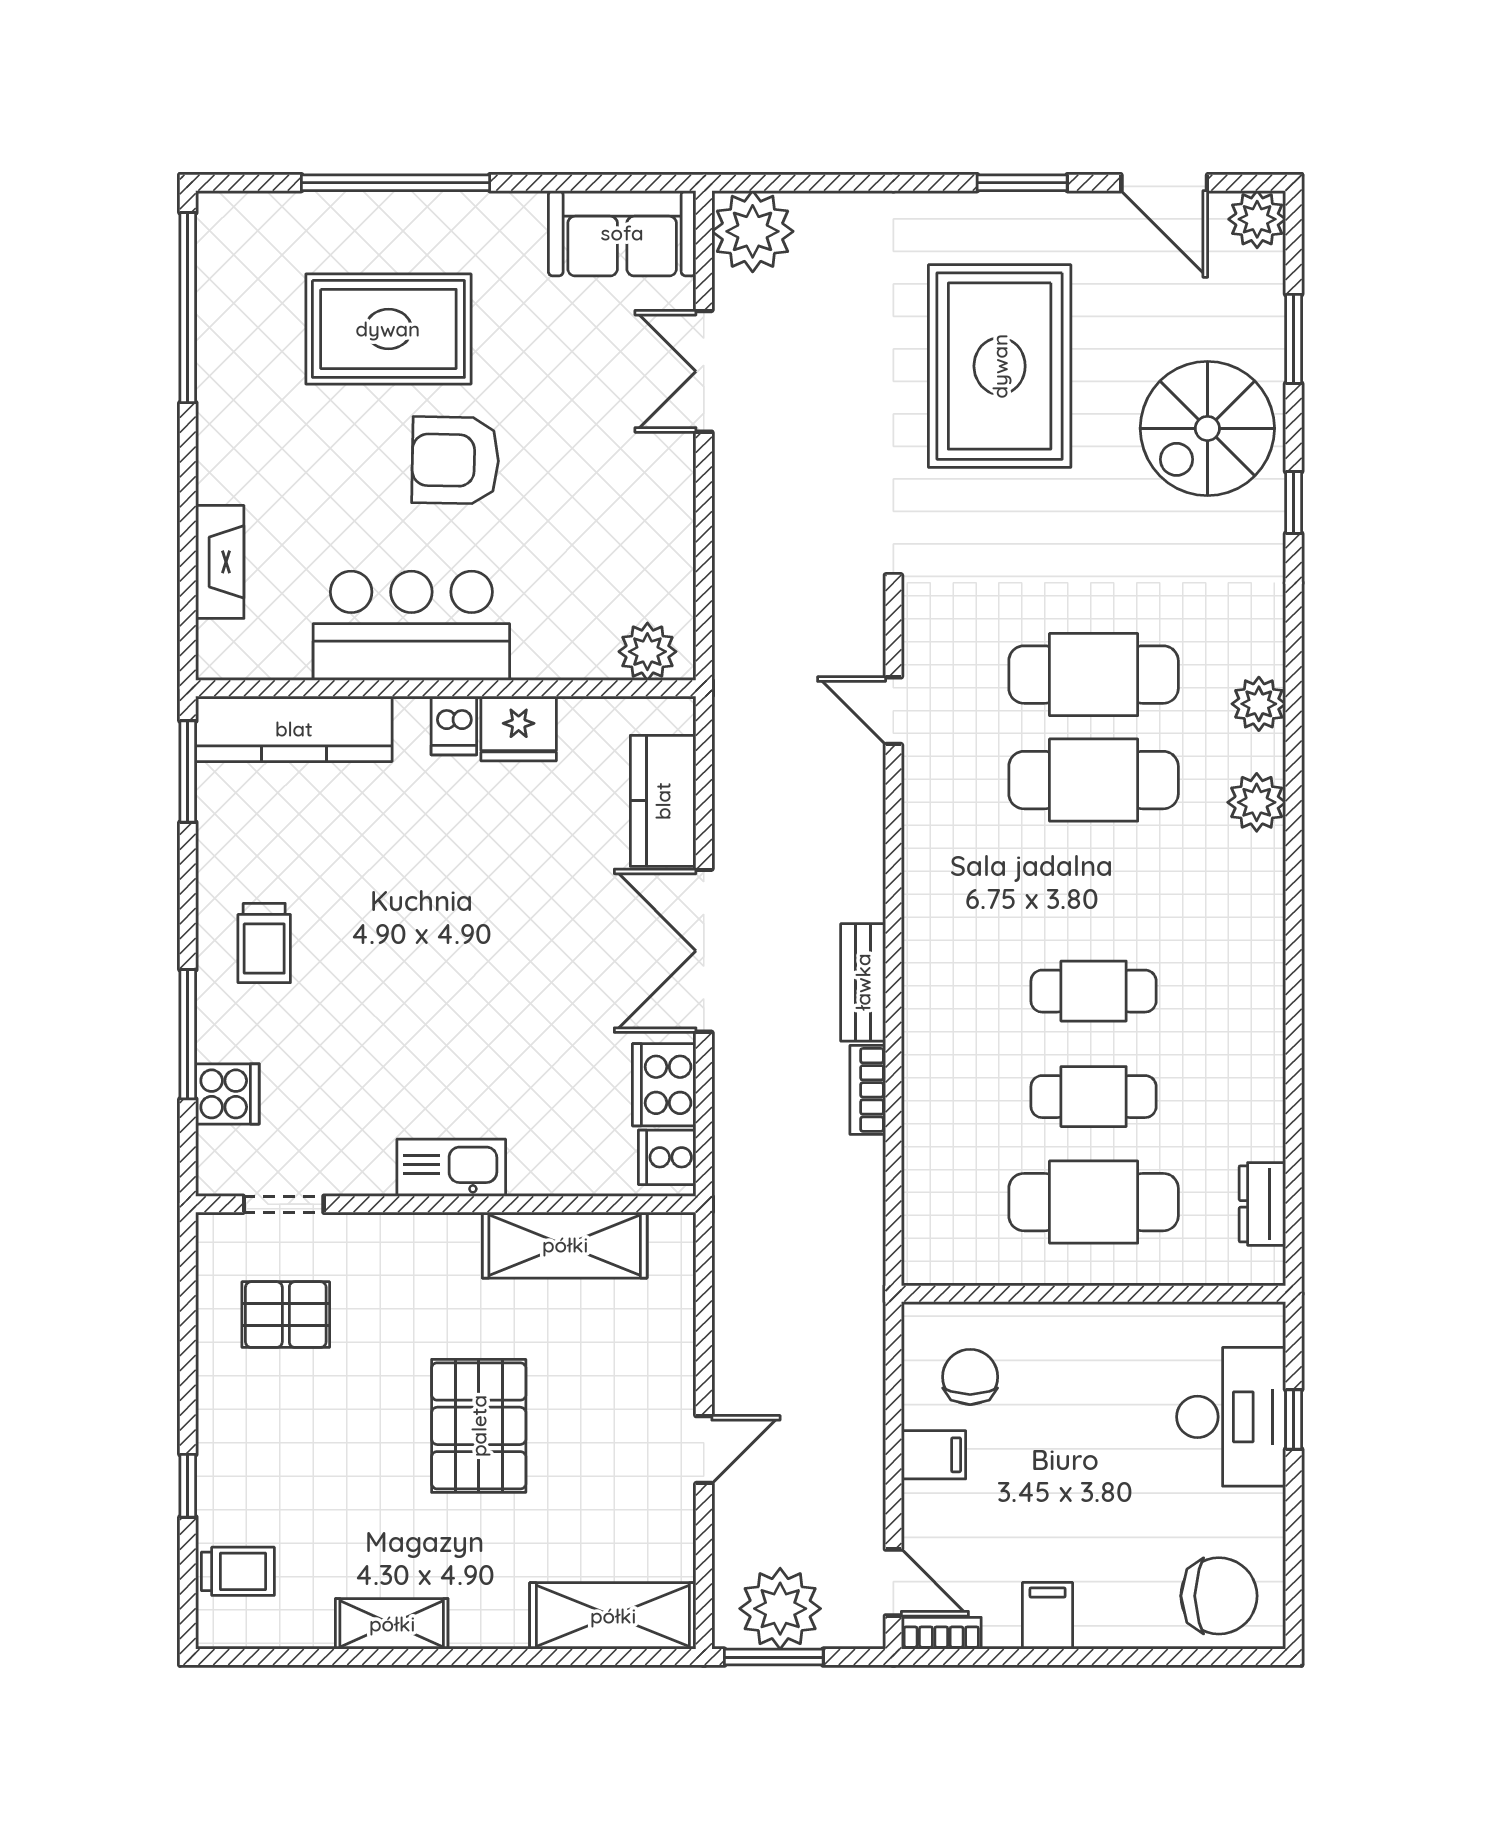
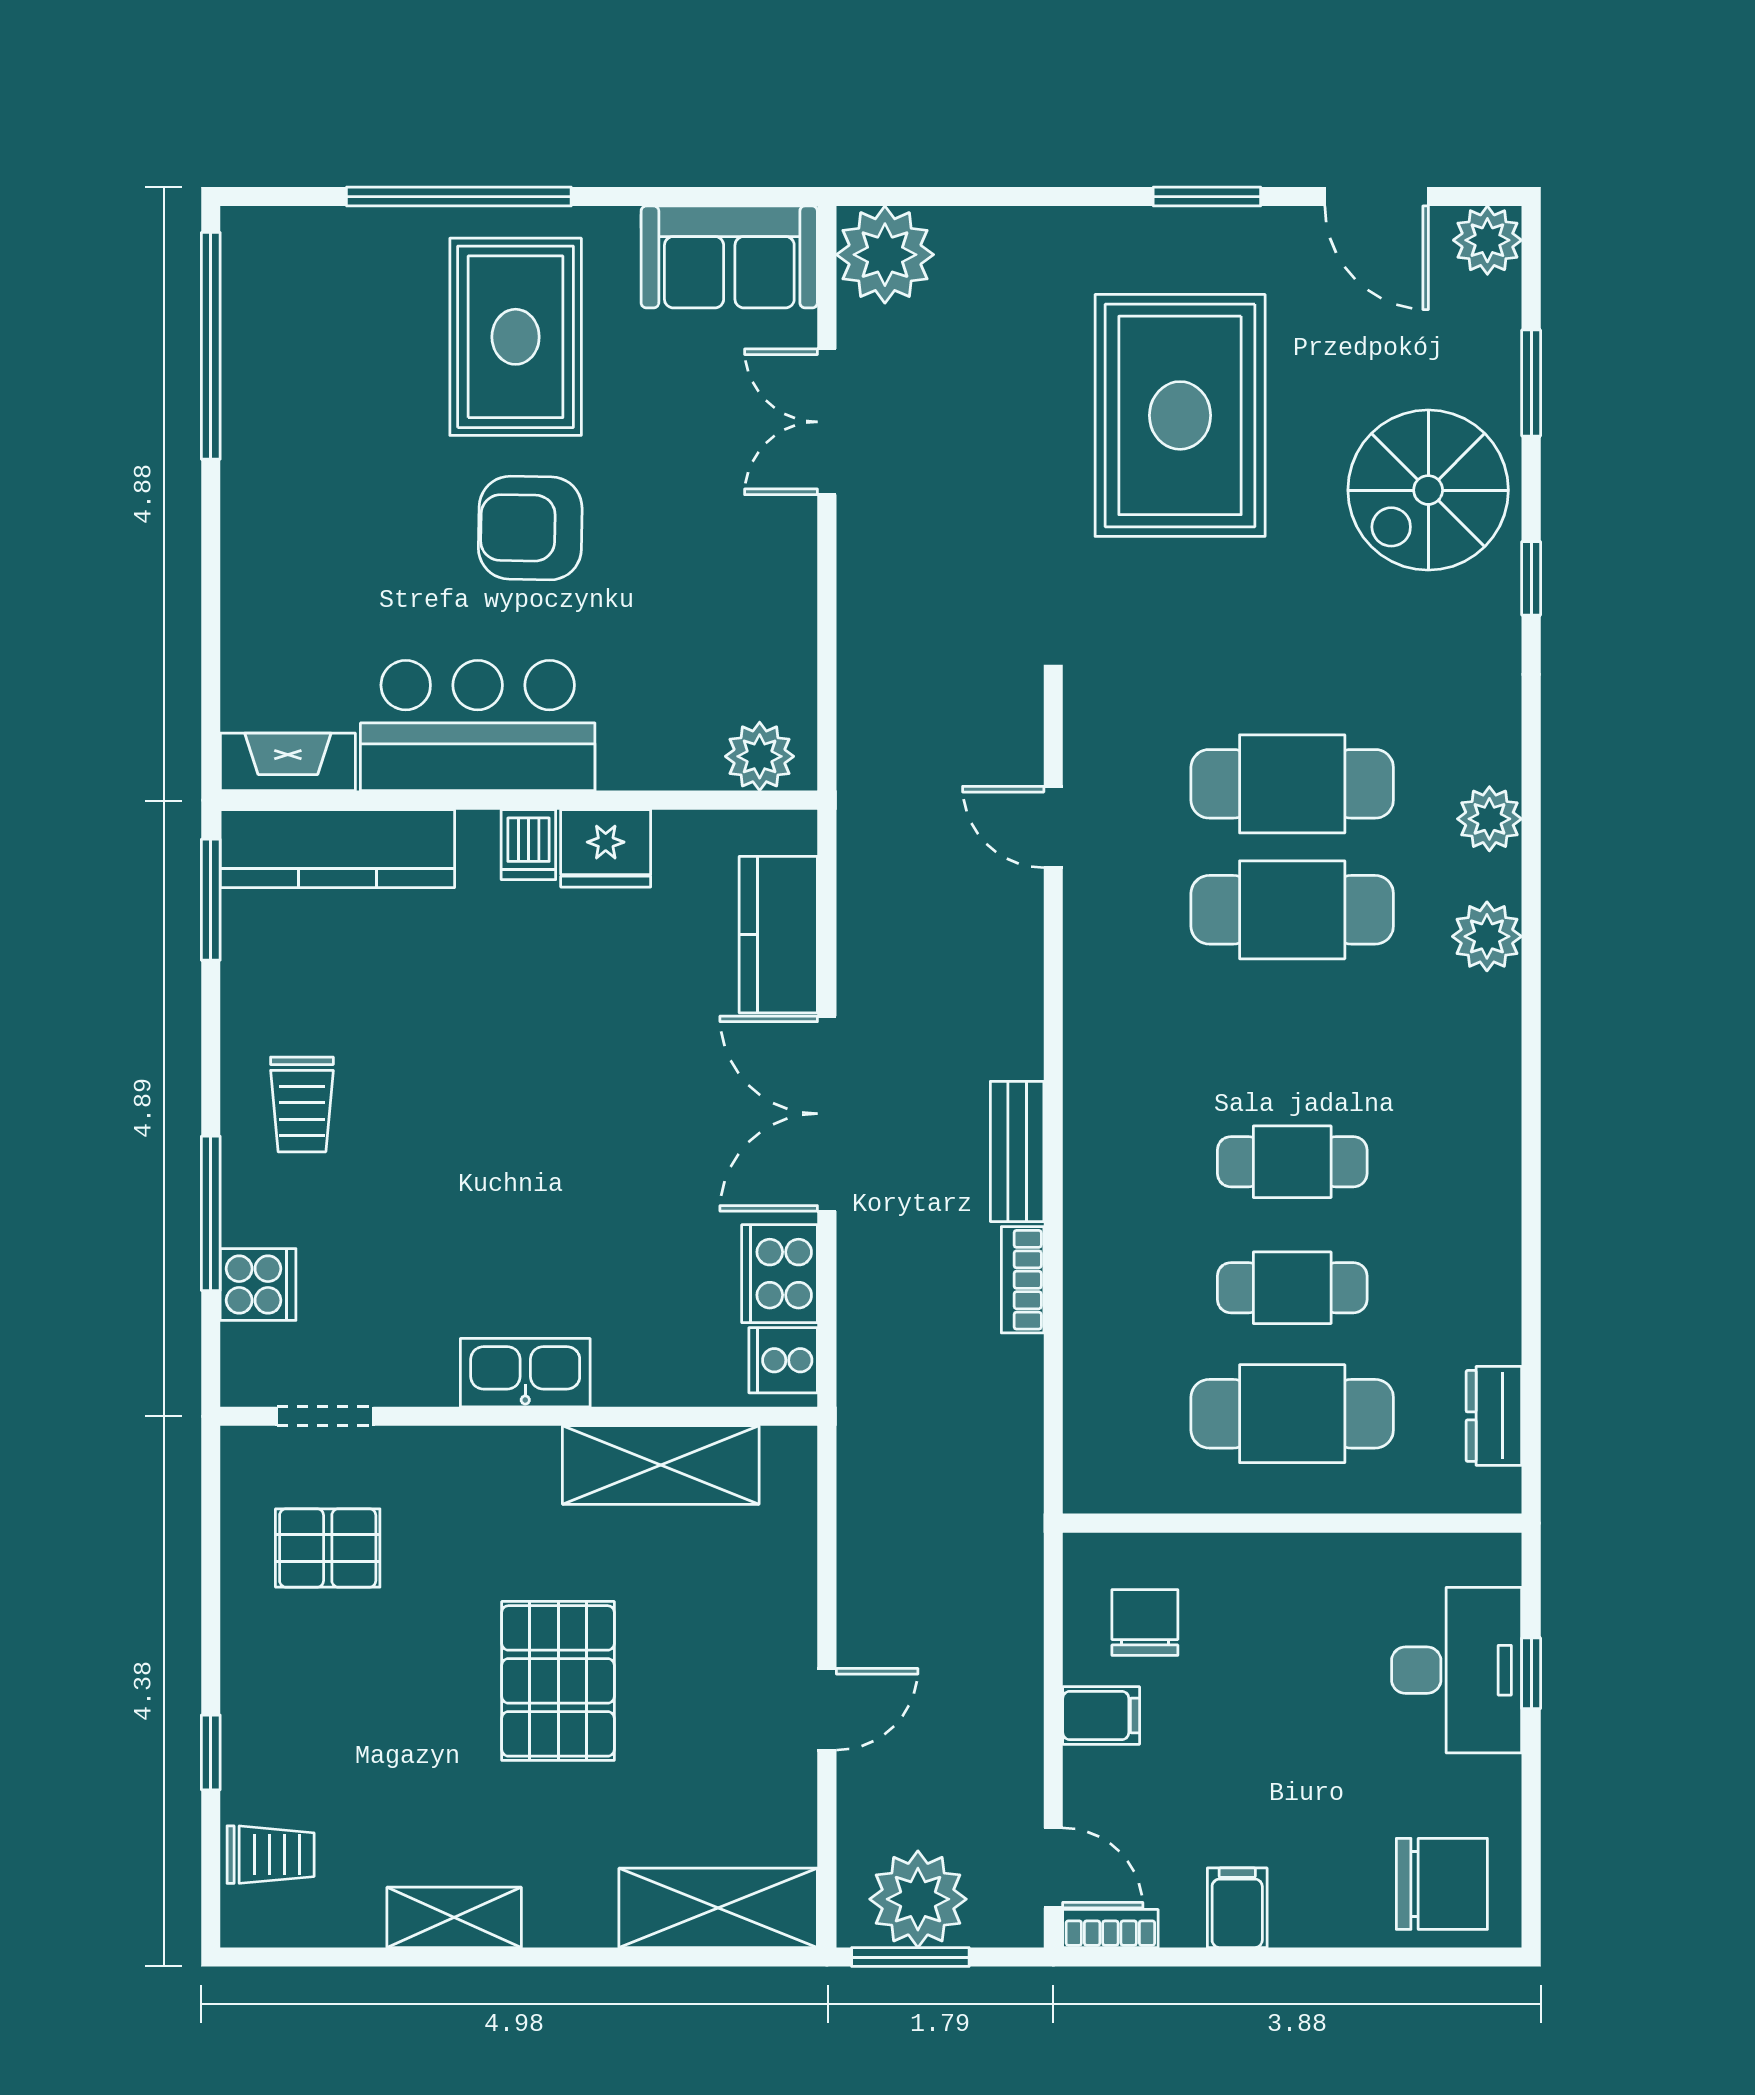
rug: (388, 329) -> (516, 337), moved, turned 90
fireplace: (220, 562) -> (288, 762), moved, turned -90

